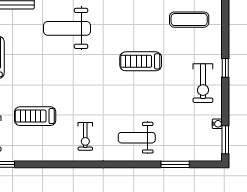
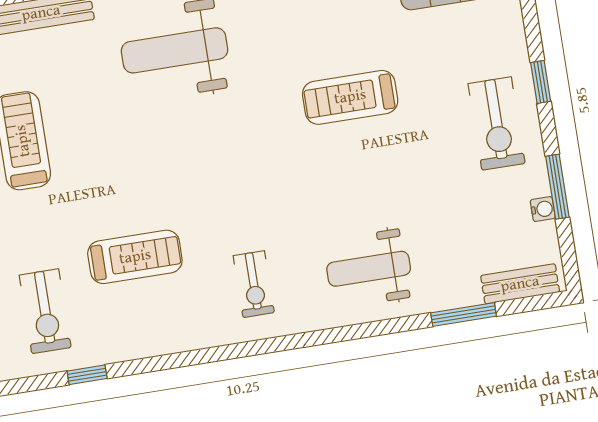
treadmill: (35, 116) -> (135, 257), turned 180
window: (225, 140) -> (557, 187), moved
bench: (202, 155) -> (520, 284), added

